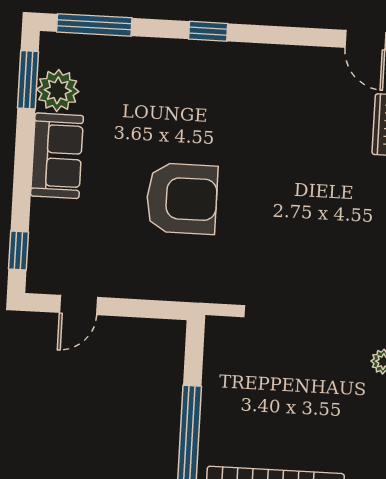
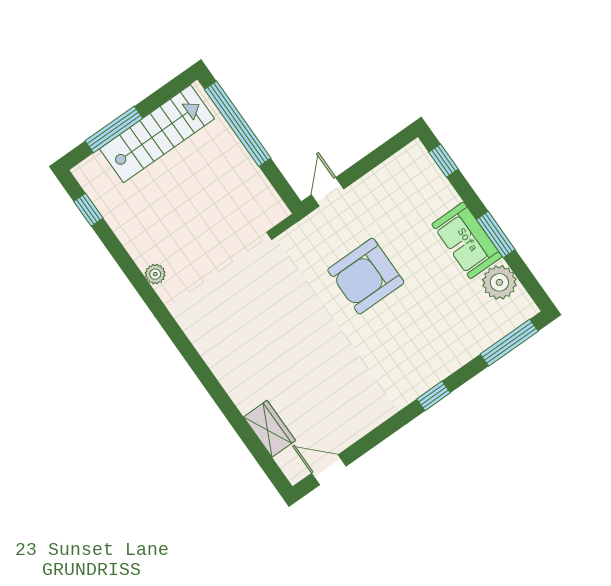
window: (28, 80) -> (496, 235), moved
door: (78, 305) -> (328, 192), moved

